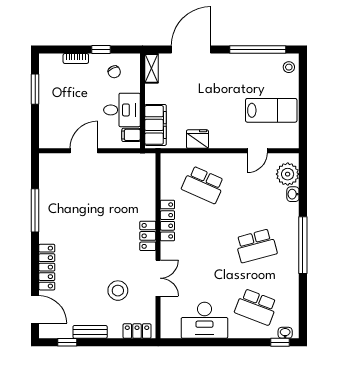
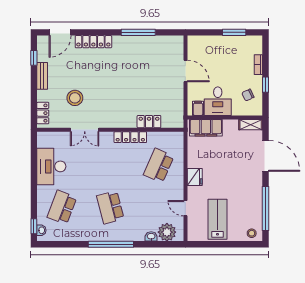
lab bench: (271, 110) -> (217, 219), turned 180
fridge: (197, 139) -> (195, 177), moved
locker: (148, 236) -> (149, 122), moved

